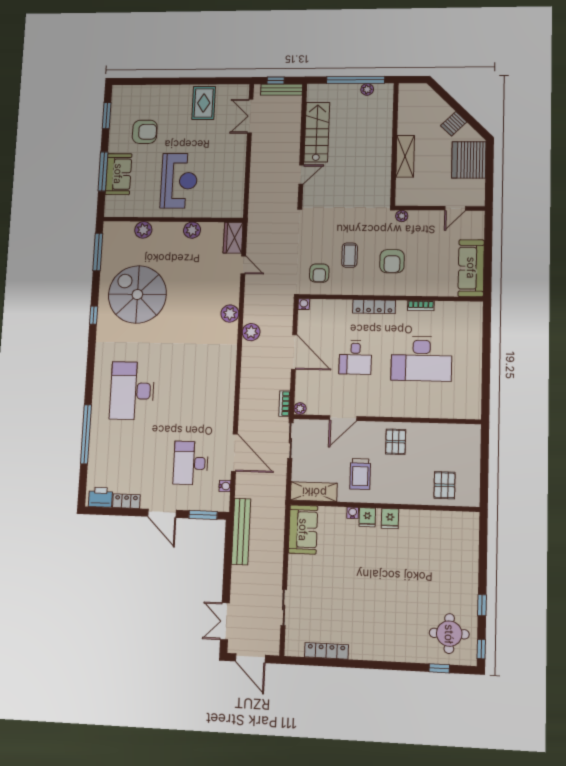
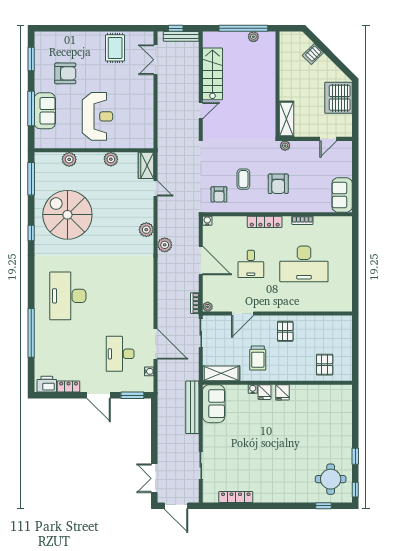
server rack: (454, 124) -> (313, 54), moved
shelving: (405, 156) -> (286, 119), moved
sofa: (471, 268) -> (342, 195), width x0.73
bench: (241, 532) -> (192, 407), moved

